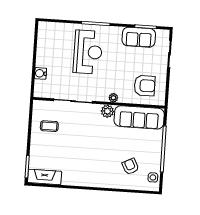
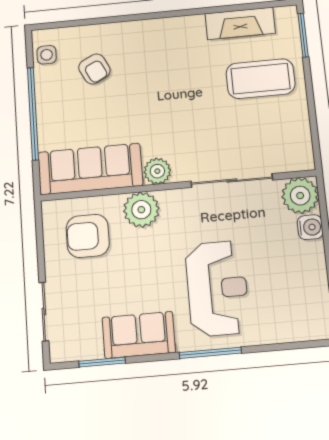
sofa: (139, 37) -> (139, 335), moved
reception desk: (88, 52) -> (217, 288), turned 180
plant: (42, 89) -> (300, 196), added
plant: (113, 98) -> (141, 210), width x1.88, depth x1.88
coffee table: (49, 126) -> (260, 79), moved, width x1.86, depth x1.72
fireplace: (45, 177) -> (240, 23), moved

